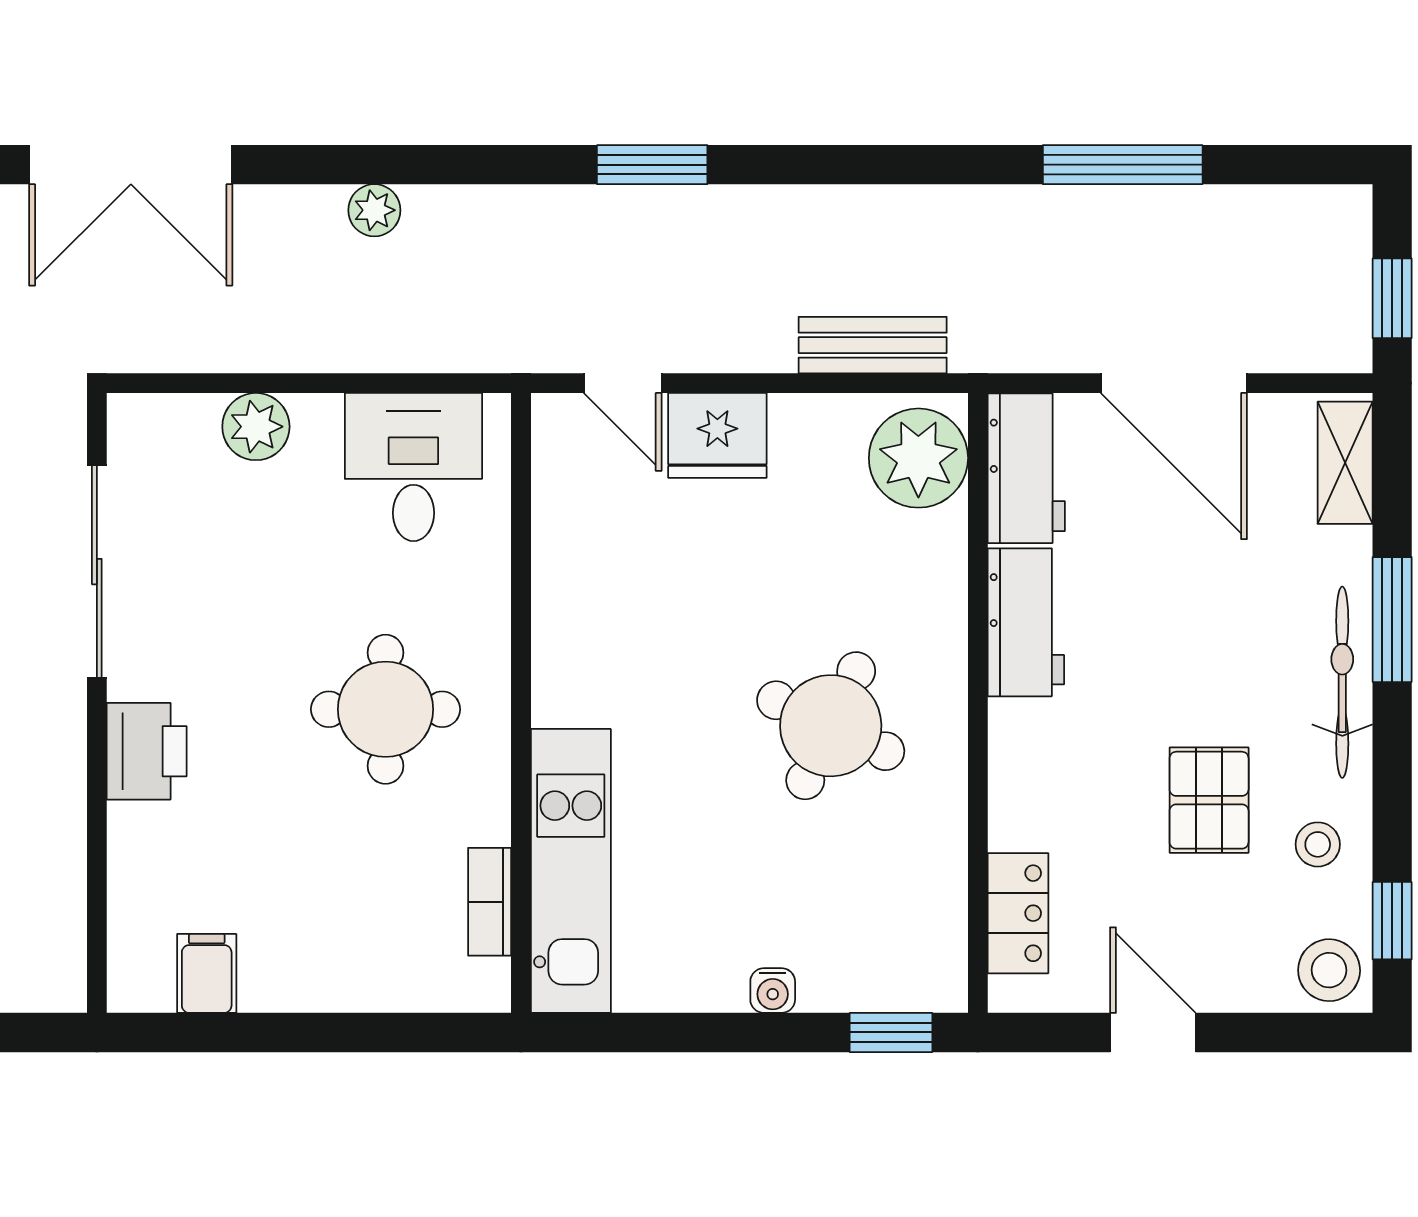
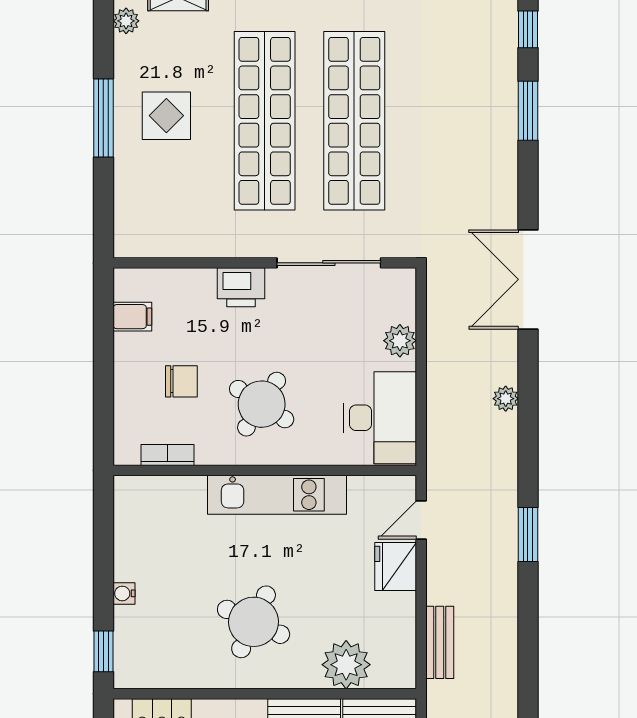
plant: (918, 458) -> (346, 665), moved
desk: (413, 467) -> (380, 418), width x1.37
round table: (386, 709) -> (262, 404), turned 33
kitchen unit: (571, 871) -> (277, 495), moved
chair: (339, 873) -> (181, 381), added

